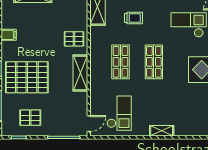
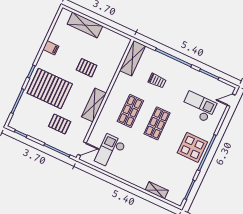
pallet: (74, 39) -> (87, 68), moved
checkout: (119, 113) -> (110, 152), turned 180
pallet: (30, 118) -> (60, 124), moved
shelving: (162, 131) -> (157, 190), moved

